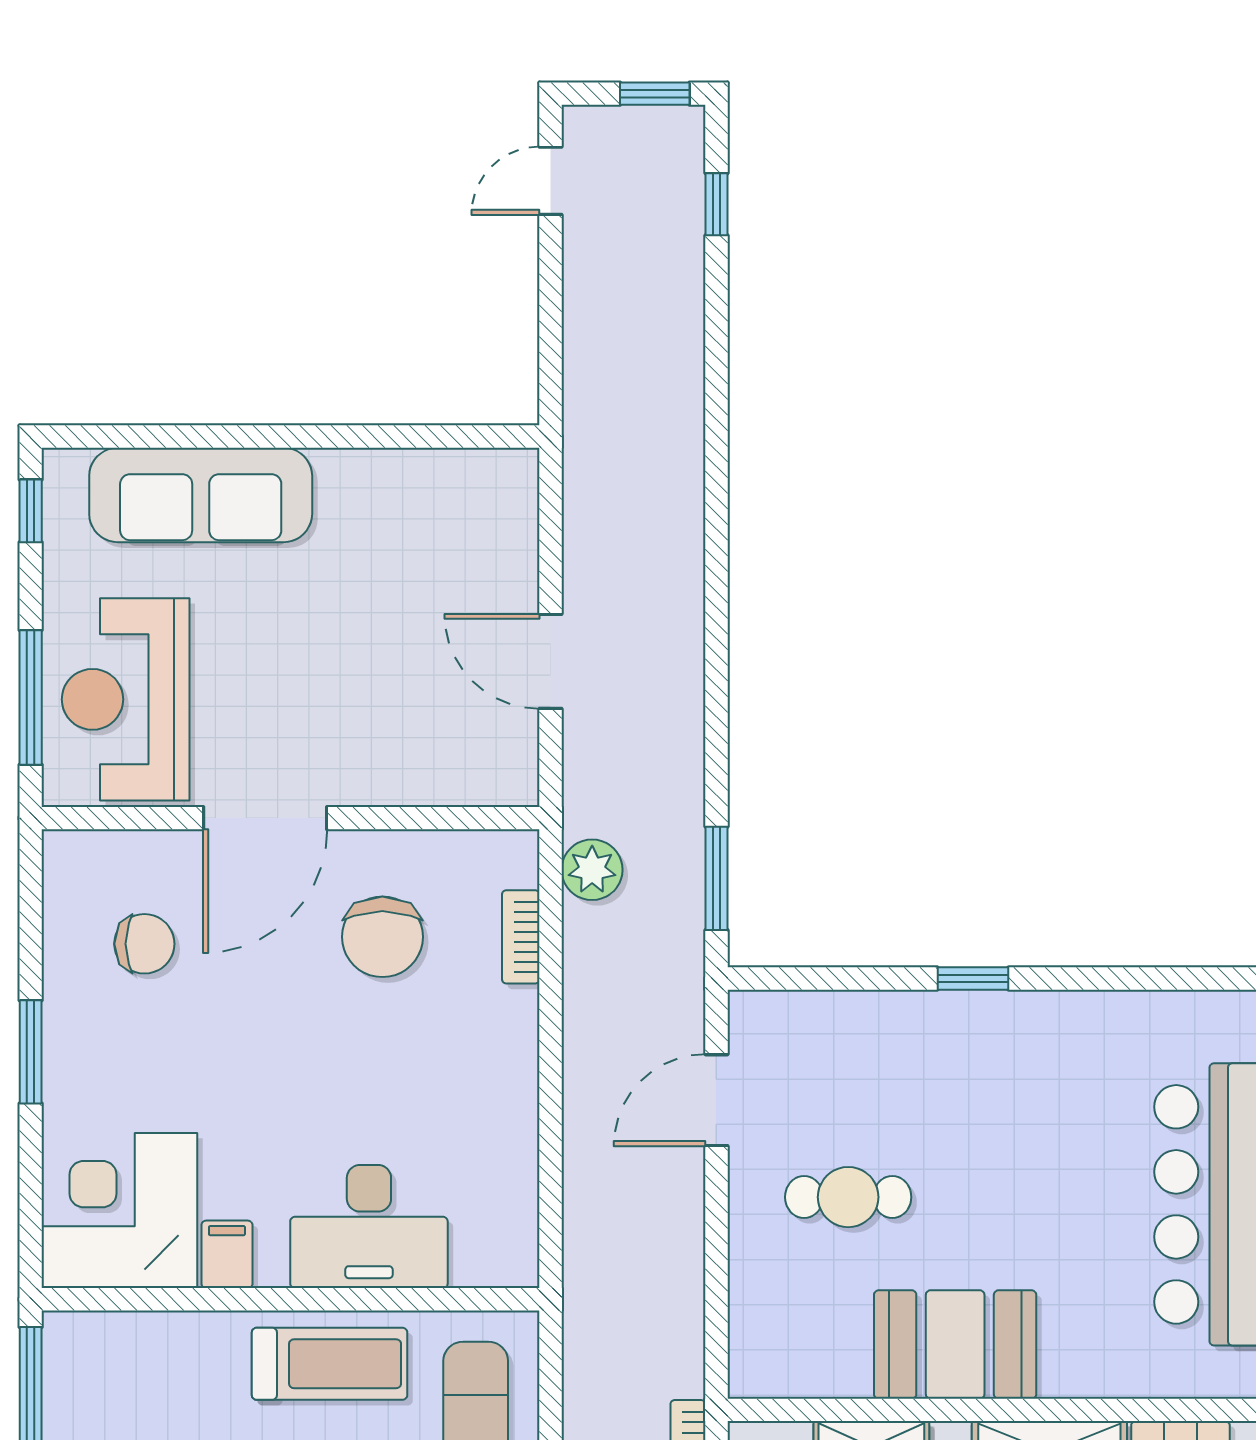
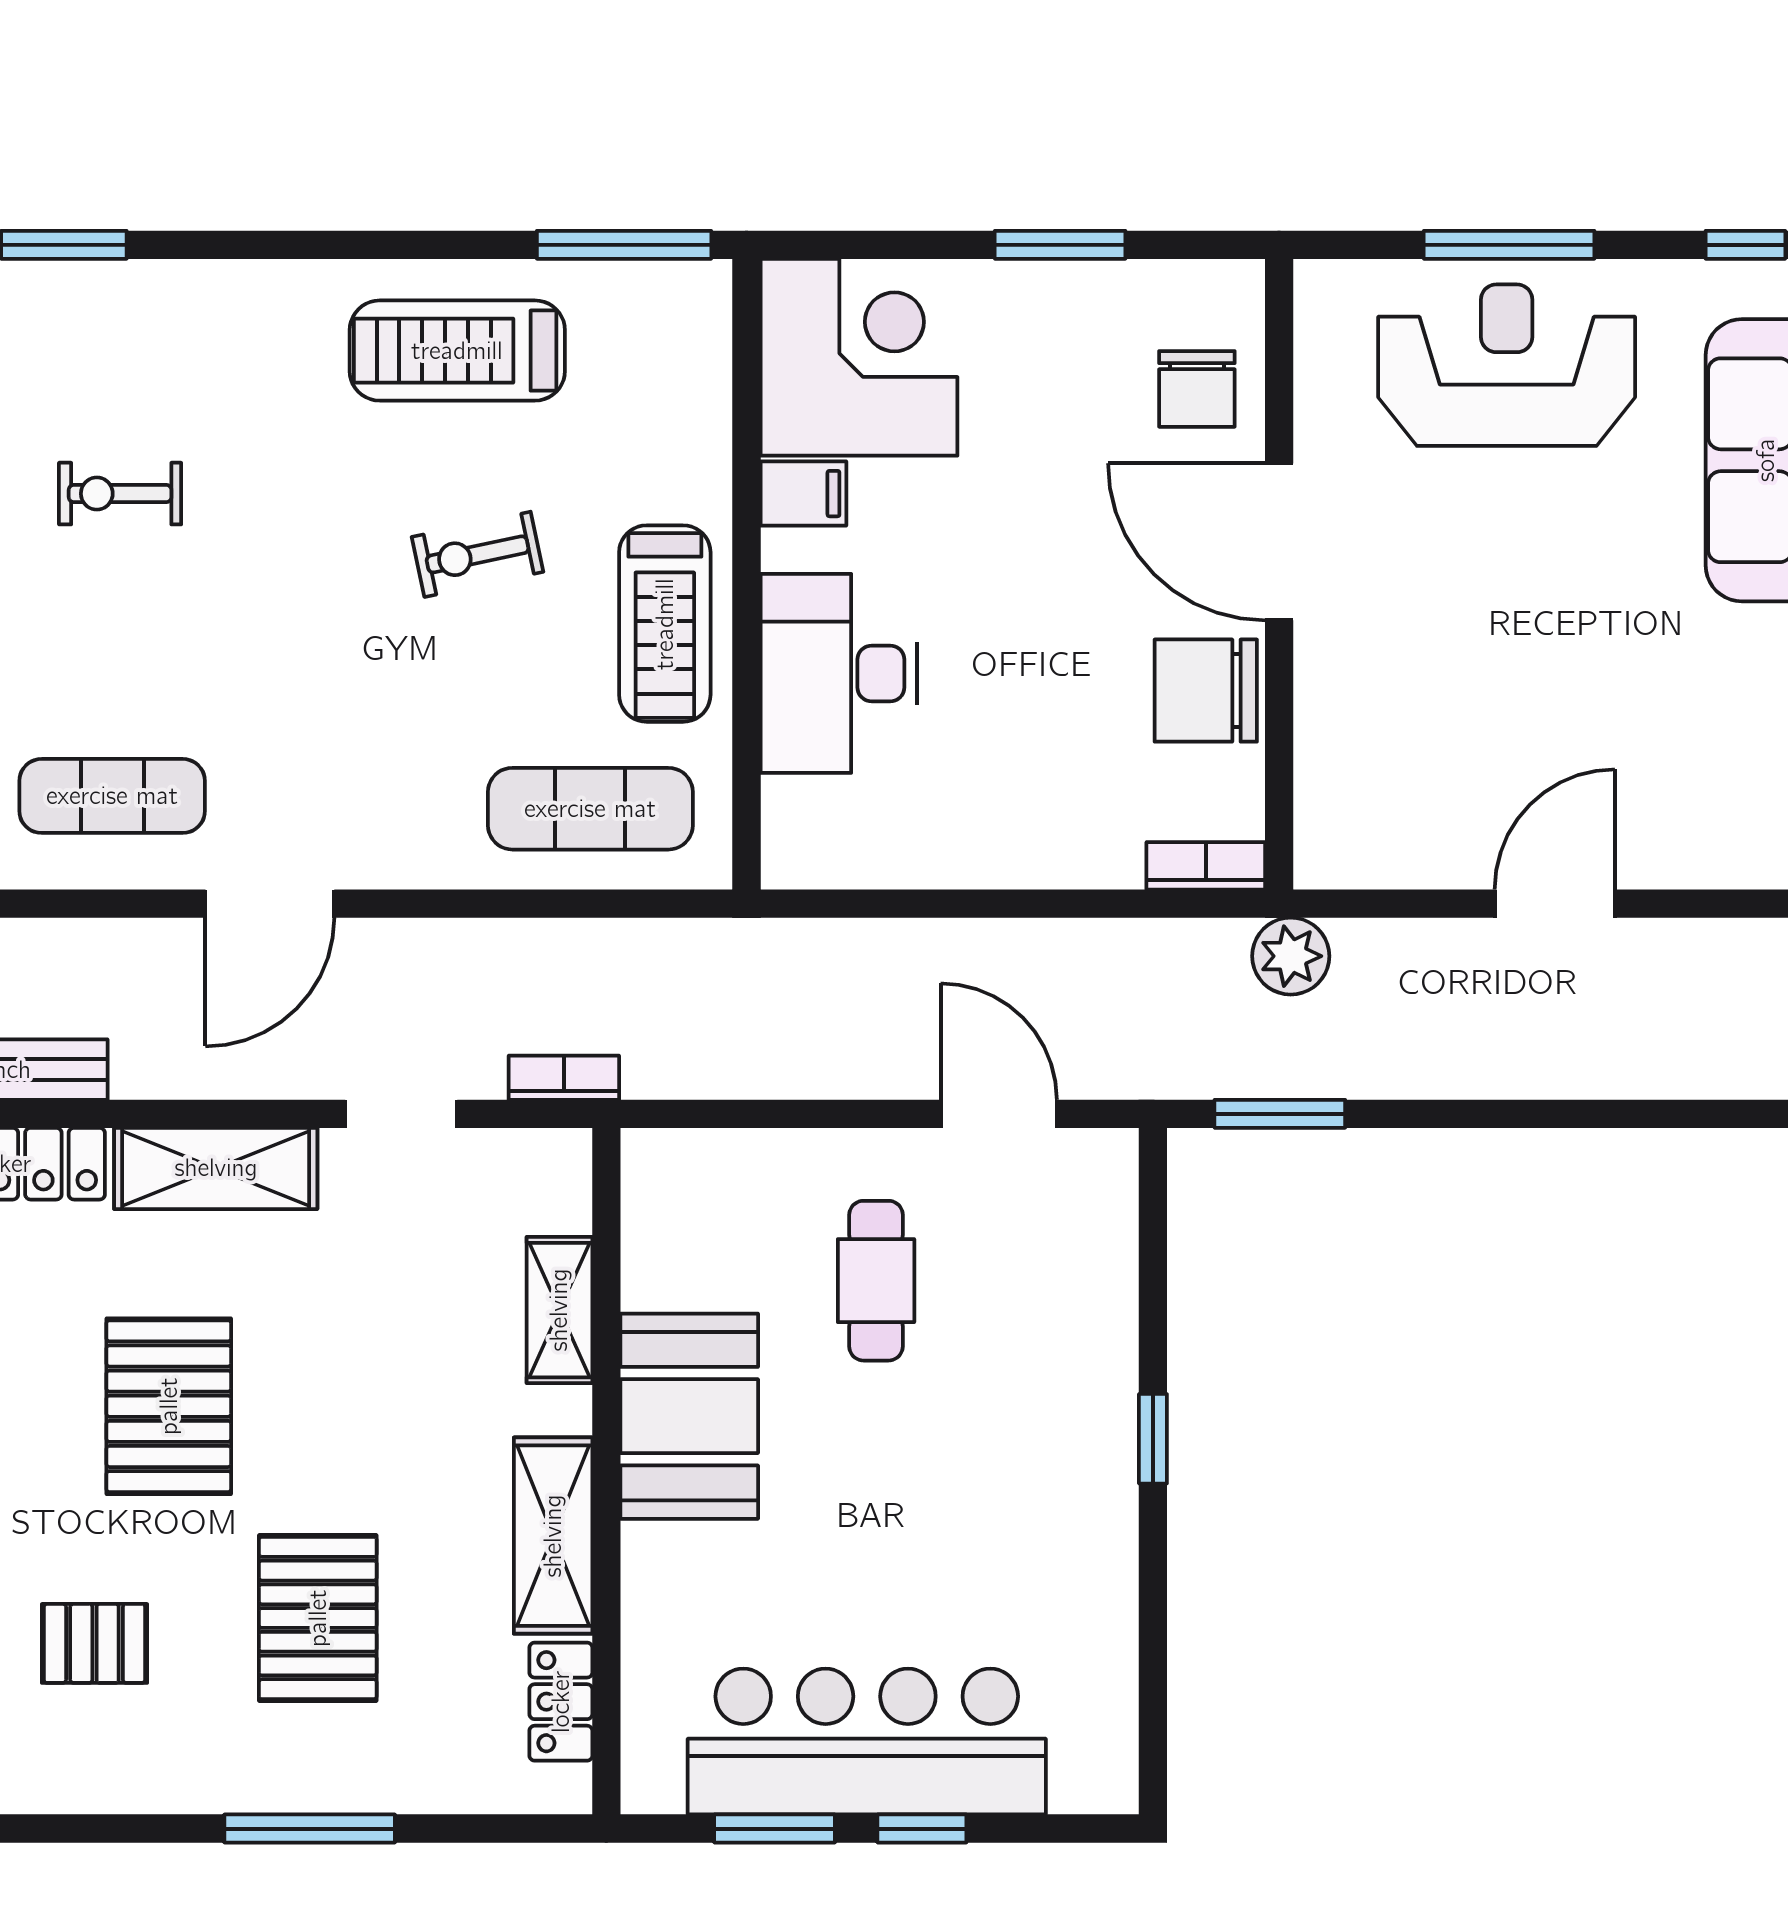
door: (265, 818) -> (1279, 542), moved
wall: (291, 818) -> (1279, 574), moved

